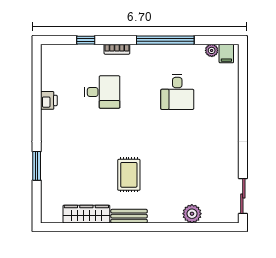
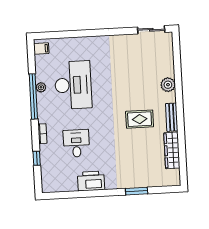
plant: (212, 50) -> (41, 87), moved
desk: (177, 92) -> (73, 85), width x1.87, depth x1.30
printer: (49, 100) -> (91, 181), width x1.87, depth x1.48
plant: (192, 214) -> (168, 85), moved

